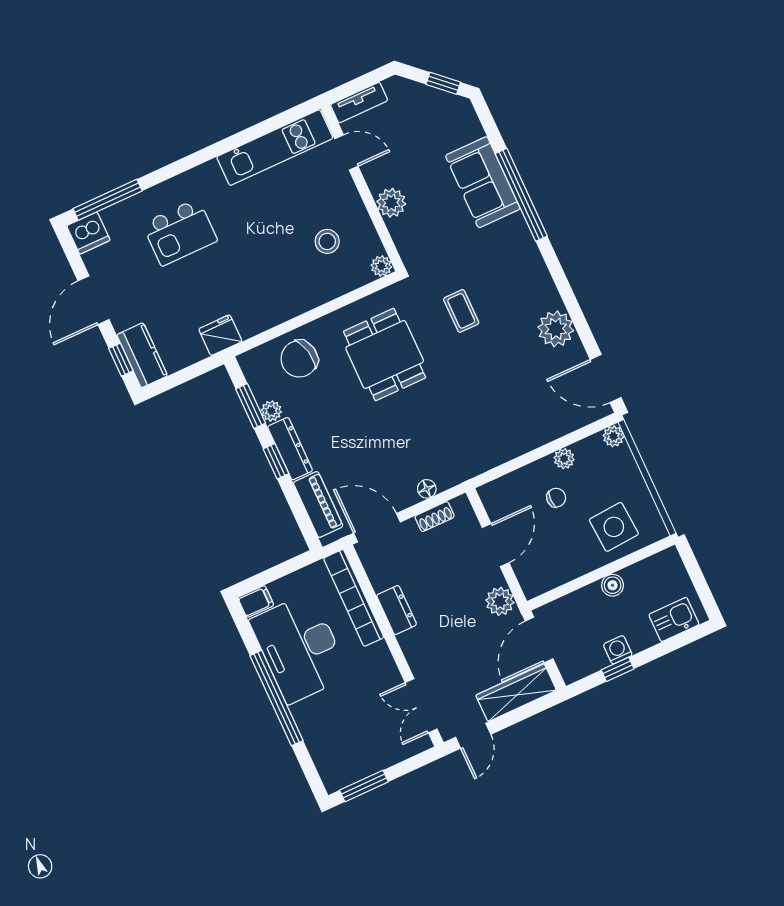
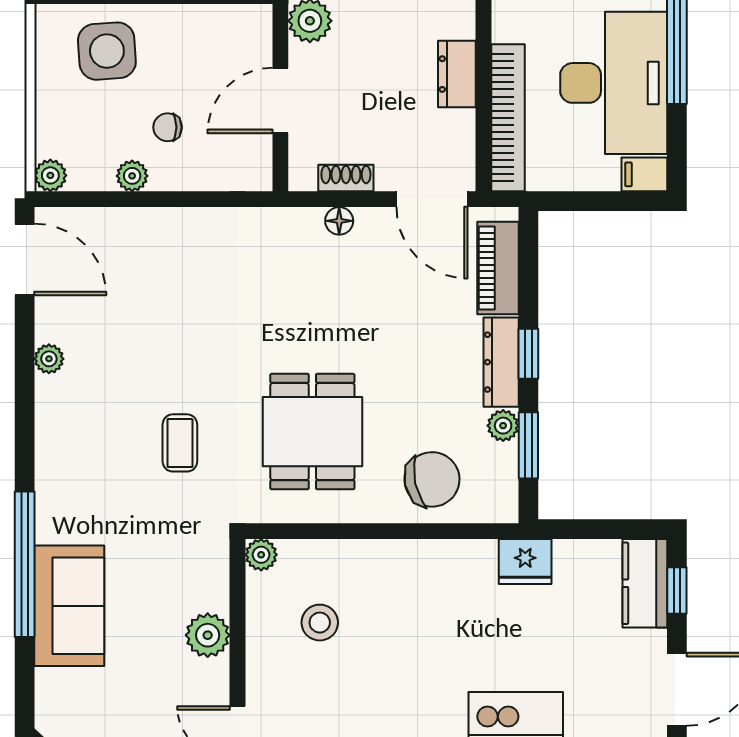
plant: (556, 329) -> (49, 359), width x0.53, depth x0.53

